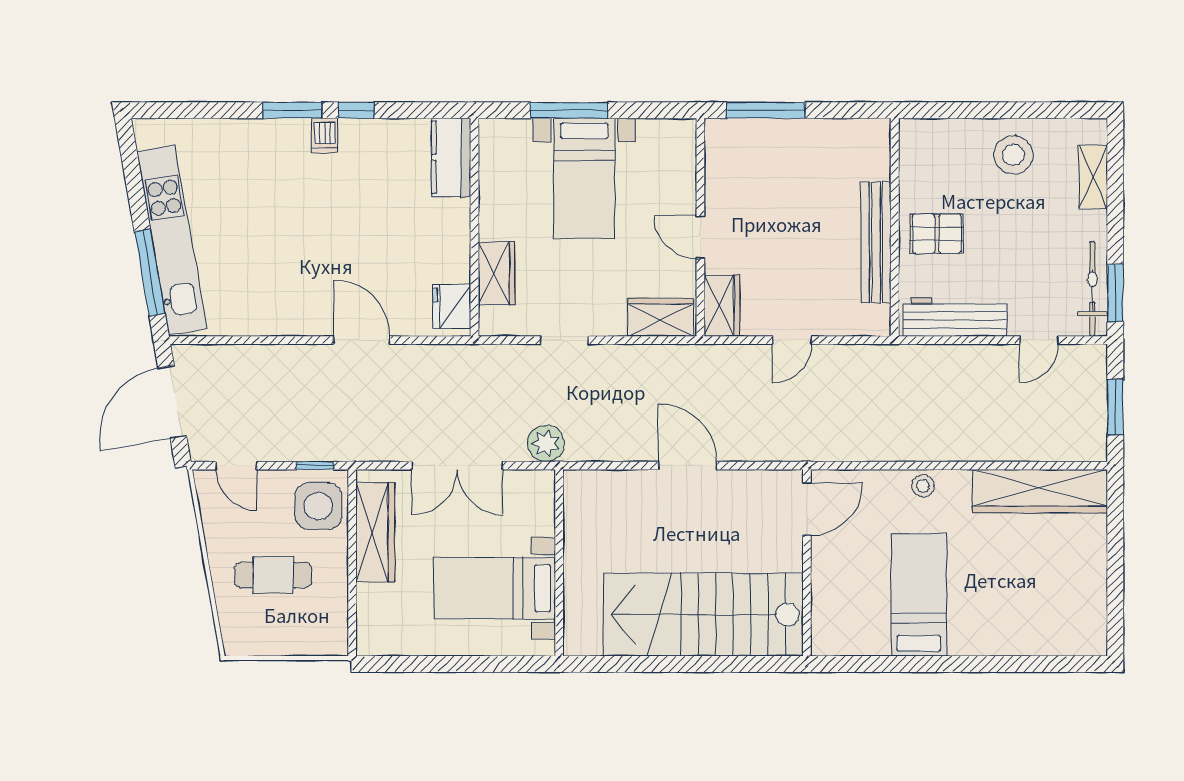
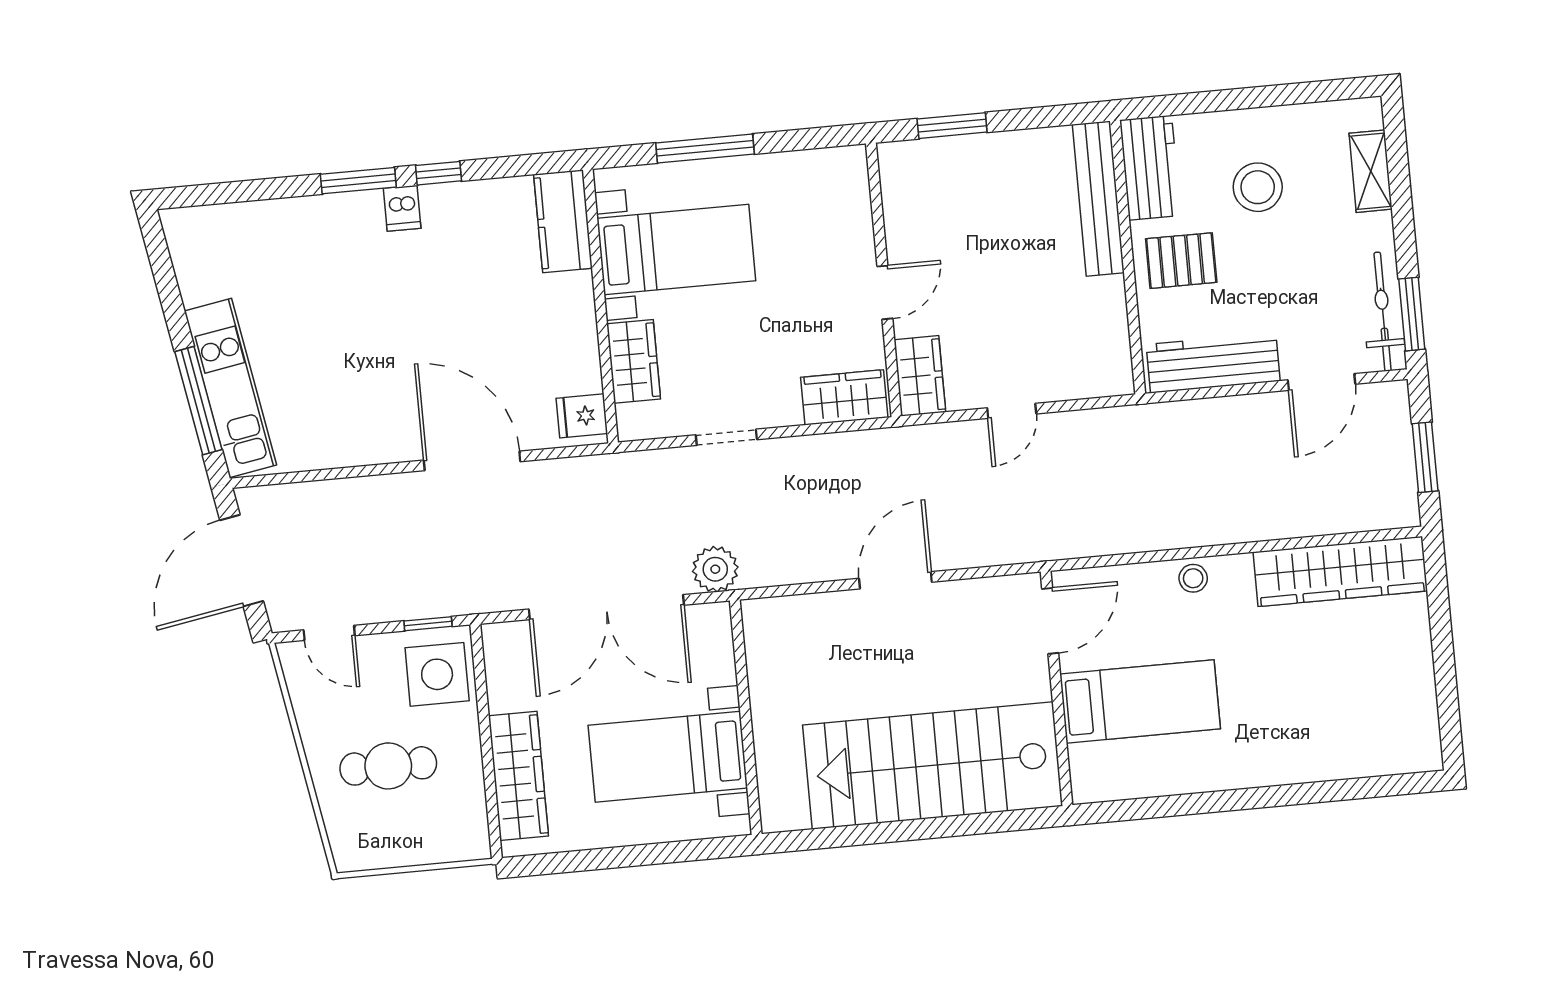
window: (766, 110) -> (952, 126), width x0.69
stool: (1013, 155) -> (1258, 187), moved
workbench: (919, 158) -> (1150, 168), added
bed with nightstands: (584, 178) -> (676, 250), moved, turned -90
door: (700, 237) -> (885, 292), swing flipped
kitchen unit: (172, 240) -> (230, 388), width x0.73
bench: (876, 242) -> (1098, 199), moved
fridge: (452, 306) -> (582, 416), width x0.72
door: (362, 340) -> (472, 461), width x1.36
door: (1039, 340) -> (1322, 382), width x1.38
double door: (457, 466) -> (606, 607), width x1.36
door: (688, 466) -> (895, 580), hinge flipped
wardrobe: (375, 532) -> (518, 776), moved
bed: (919, 595) -> (1140, 701), moved, turned 90

